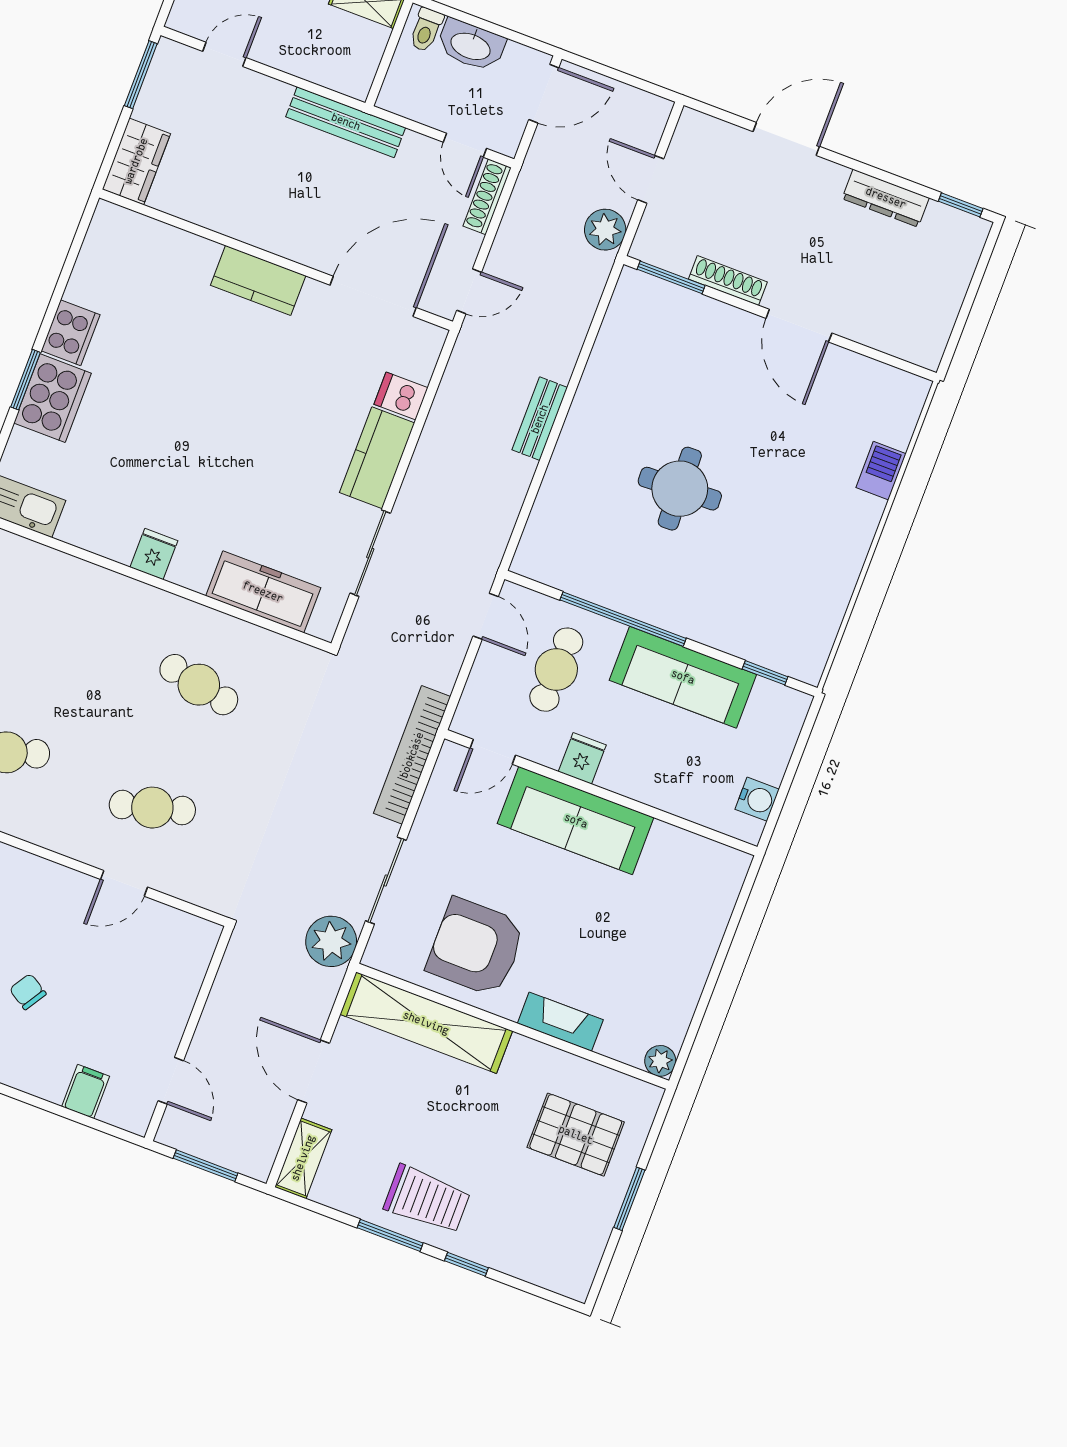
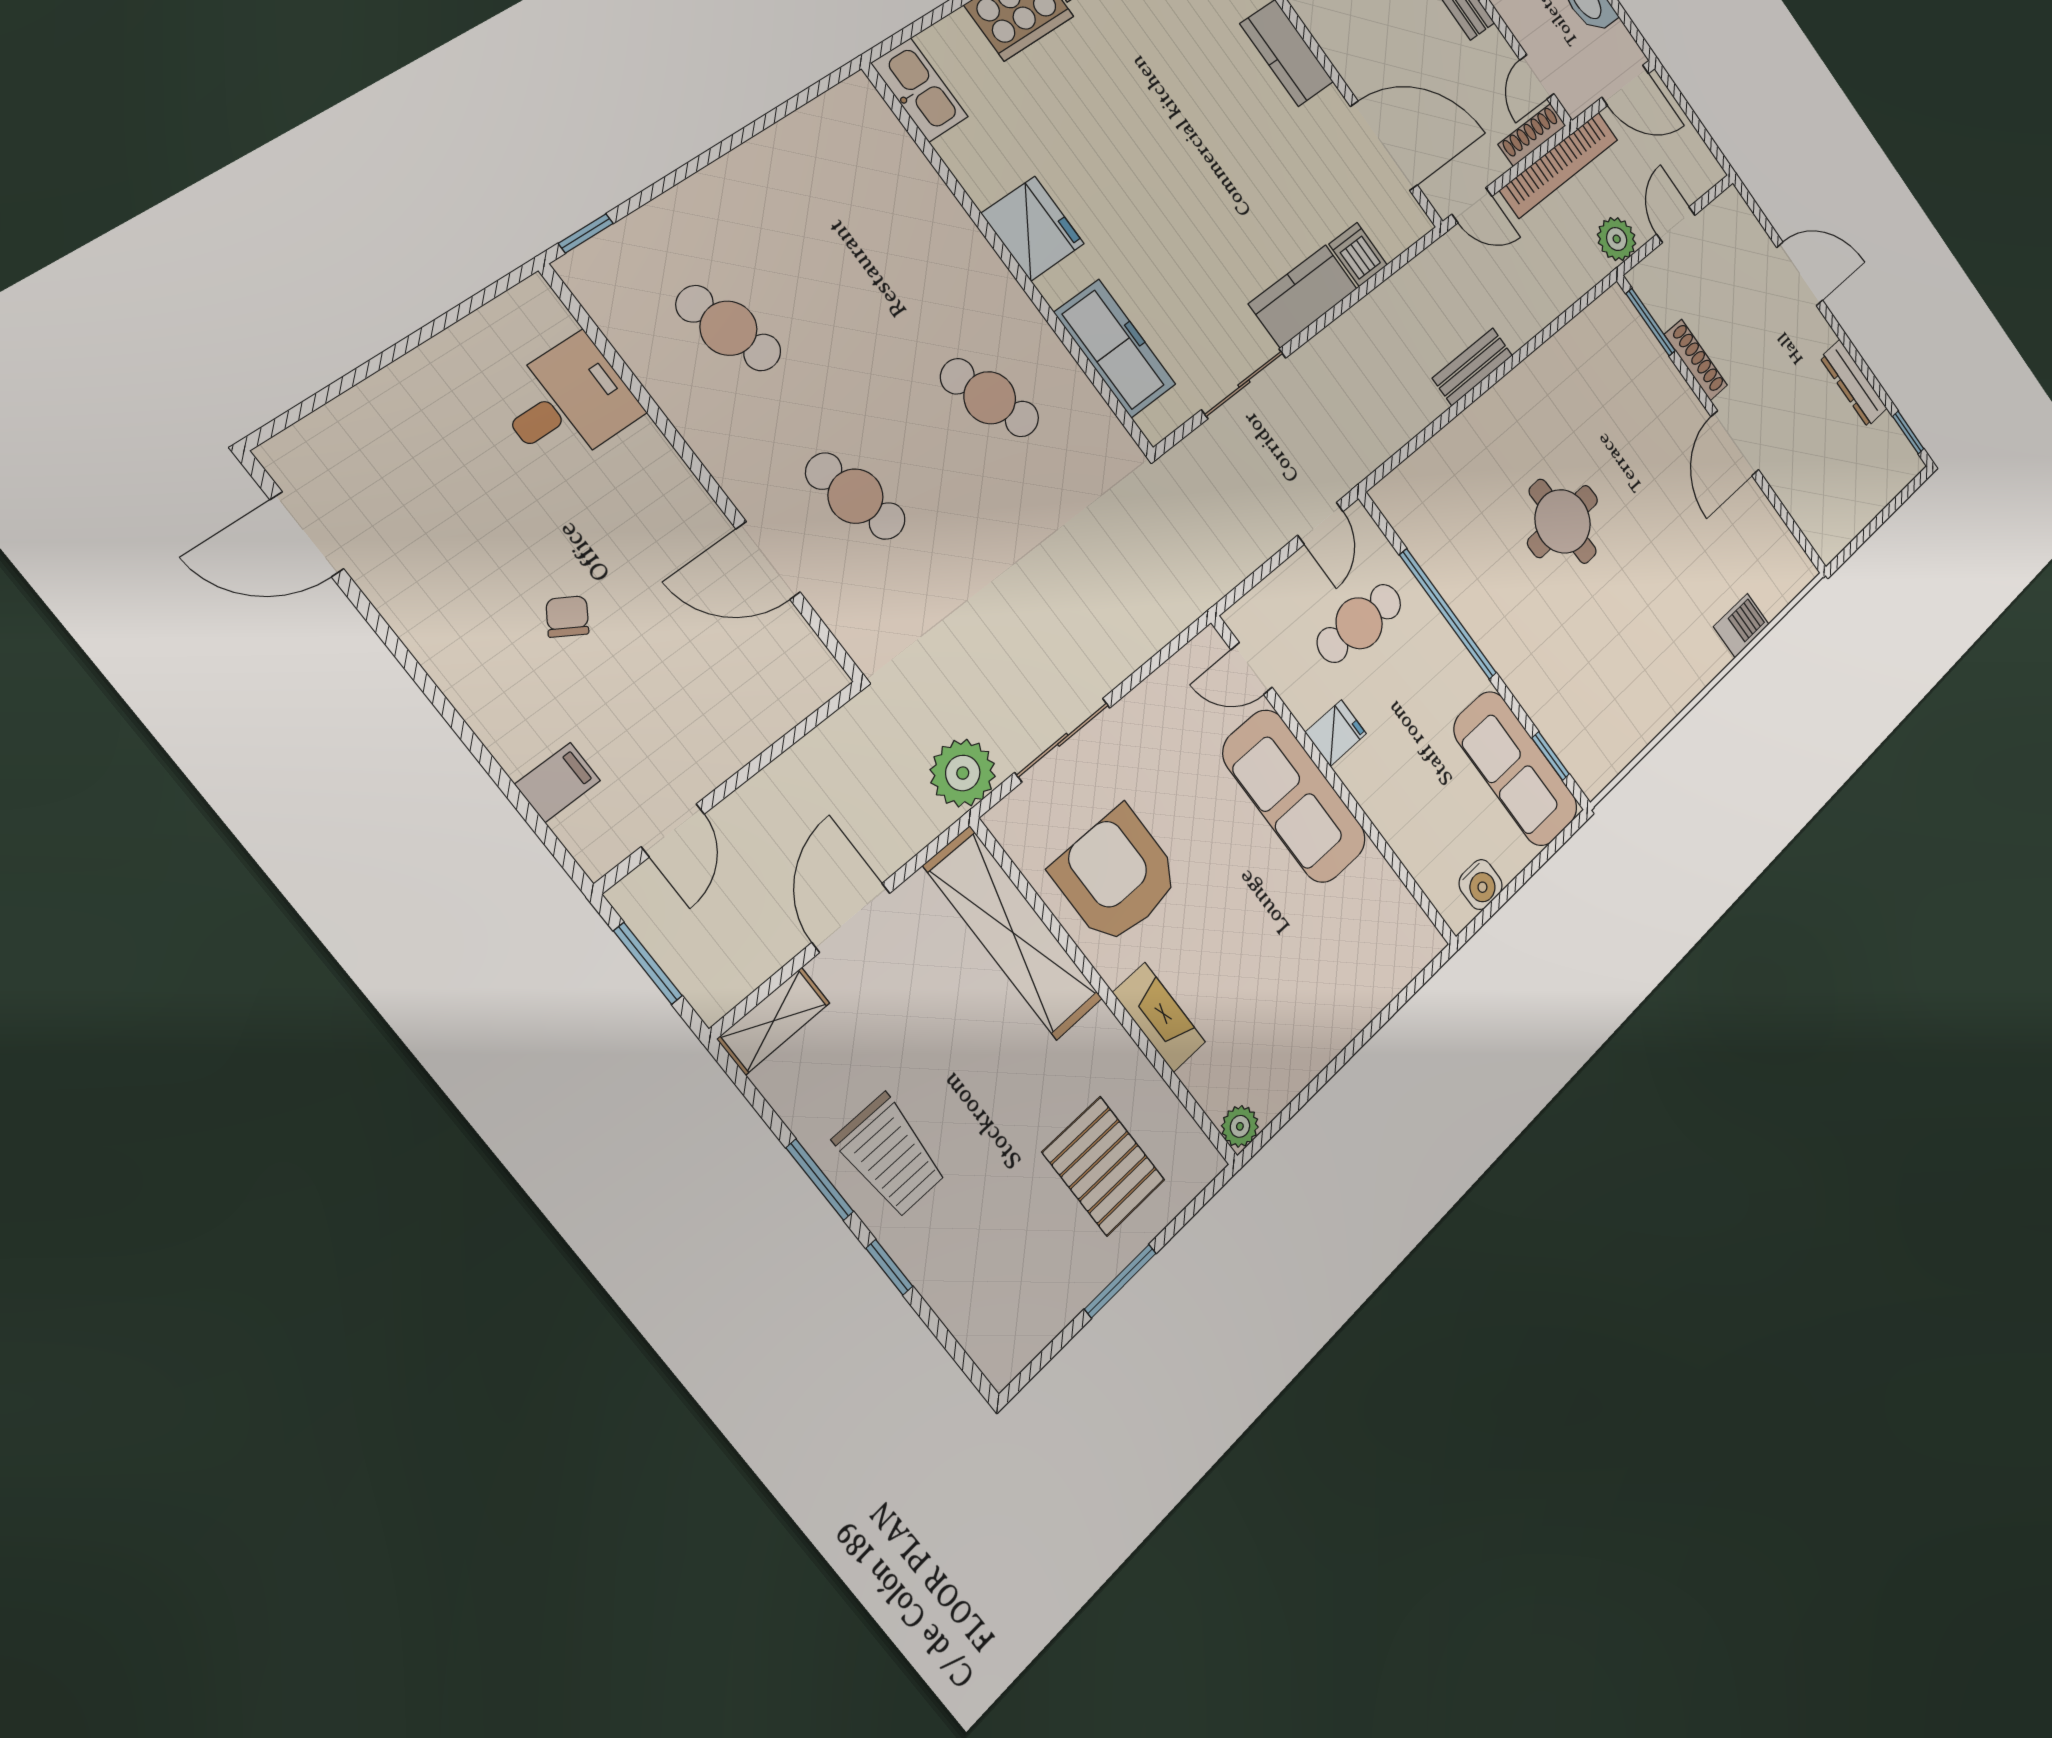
fridge: (154, 554) -> (1033, 229), width x1.88, depth x1.34
sofa: (683, 677) -> (1516, 769), moved
cafe table: (199, 685) -> (990, 398), turned -33
bookcase: (412, 755) -> (1559, 165), moved, turned 180
door: (124, 883) -> (768, 561), width x1.38

